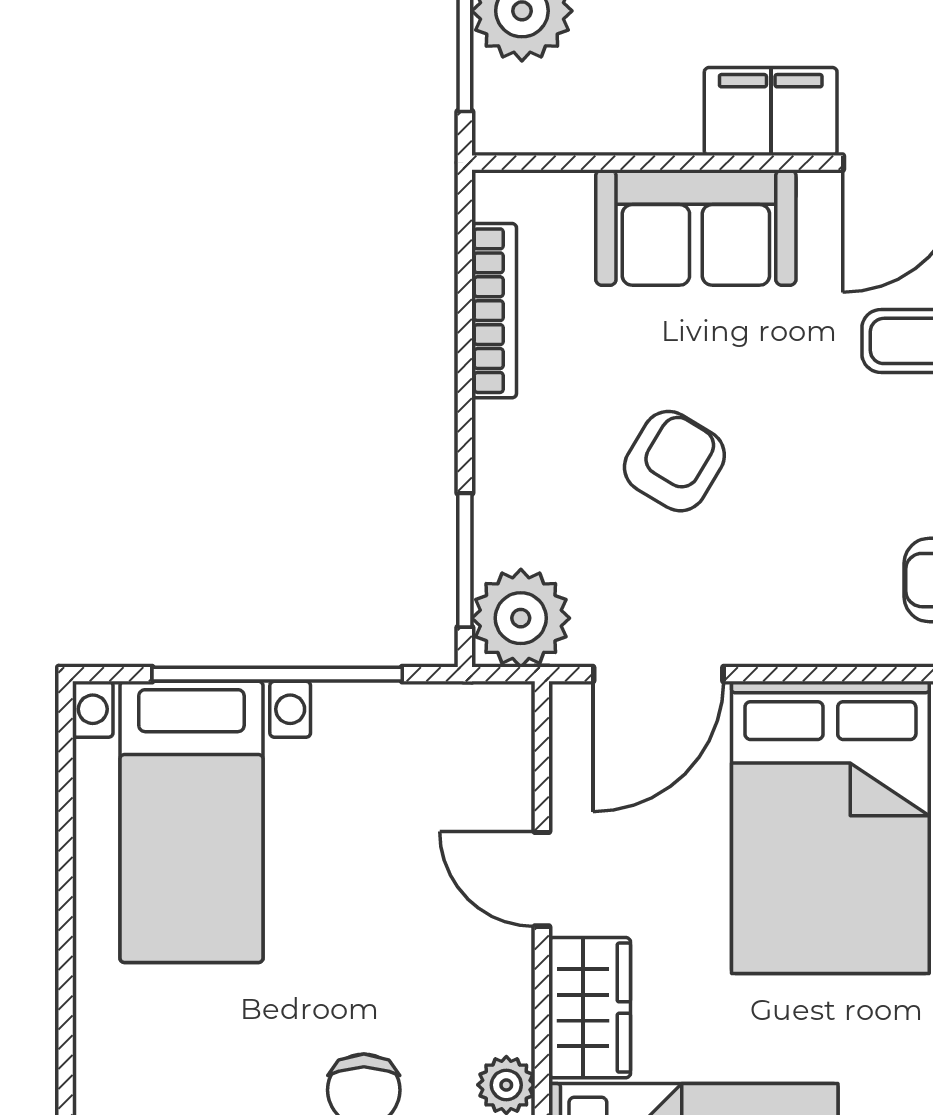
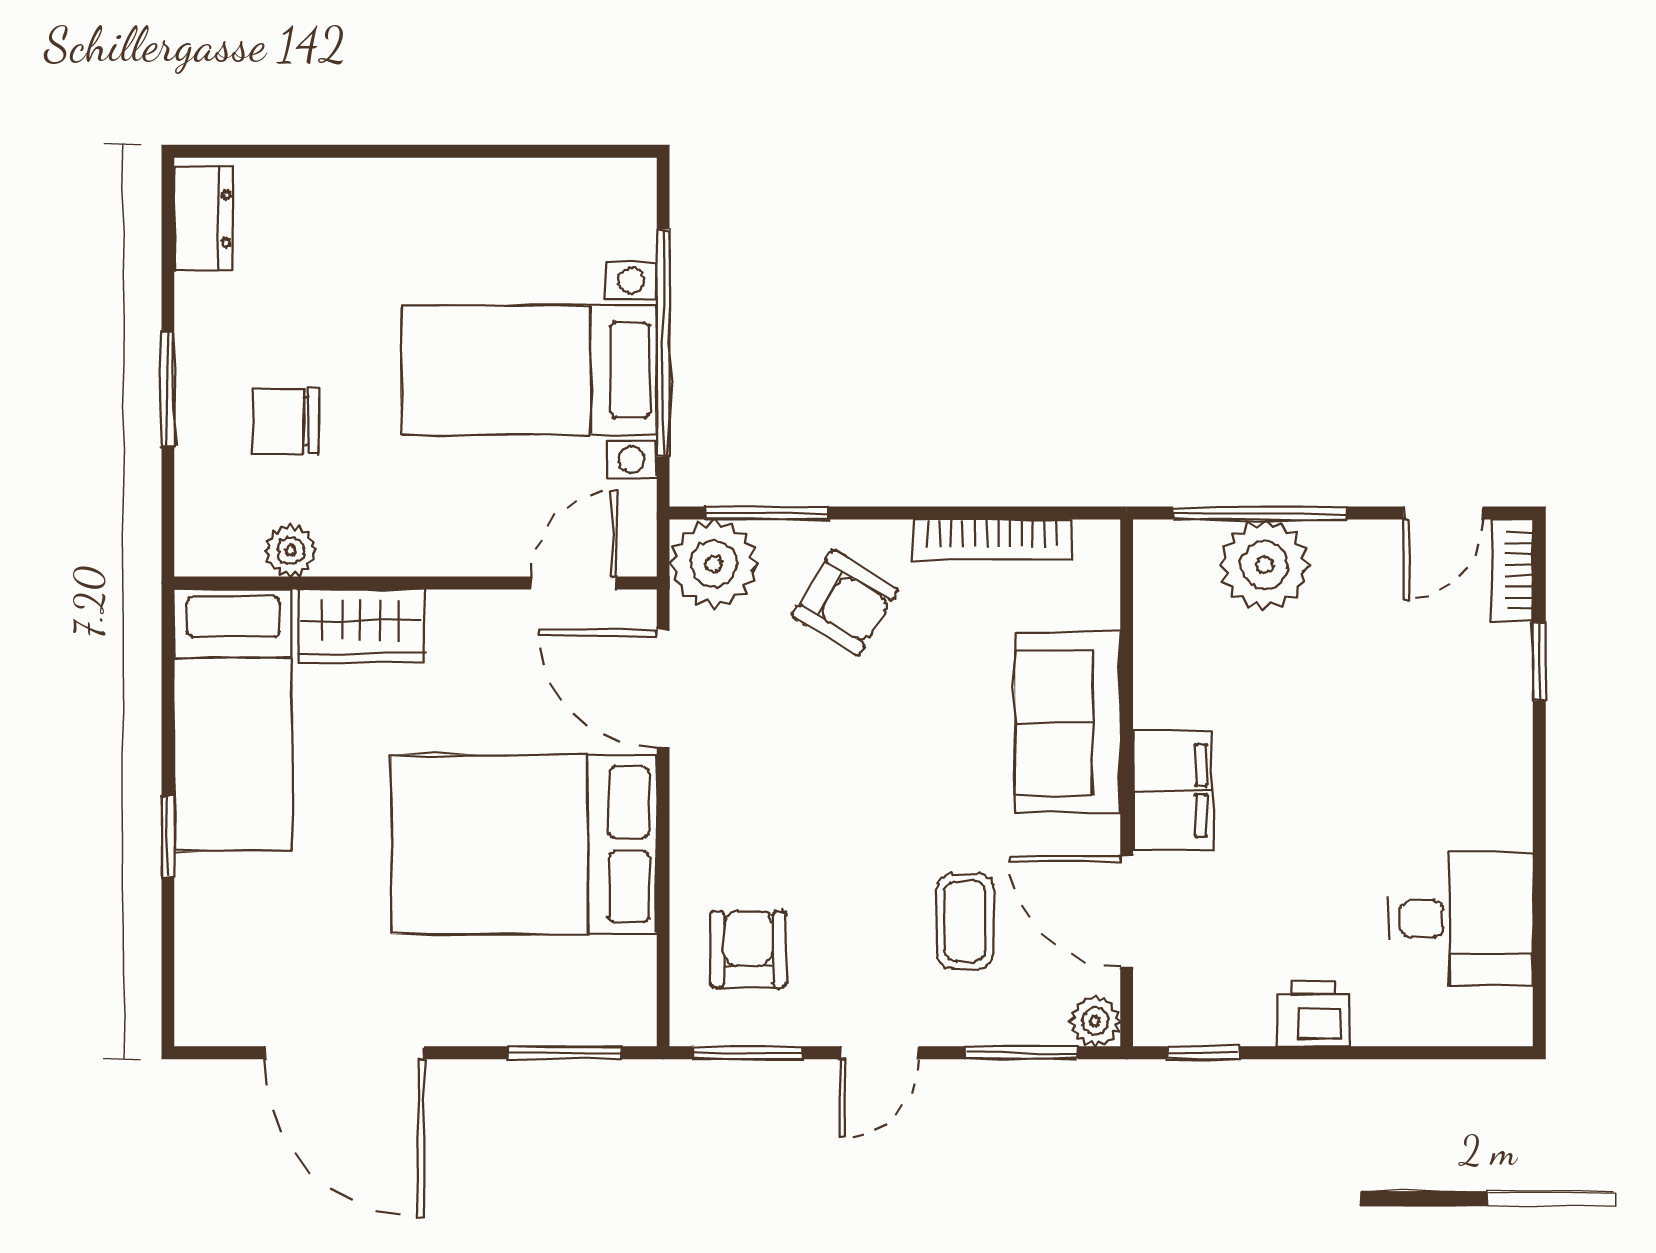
armchair: (674, 461) -> (845, 603), moved
bed with nightstands: (191, 822) -> (529, 370), moved
door: (542, 879) -> (574, 583), moved

